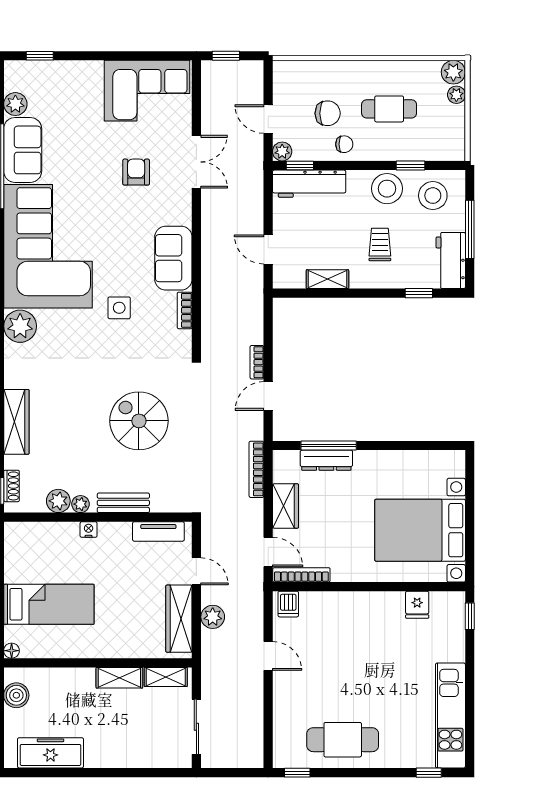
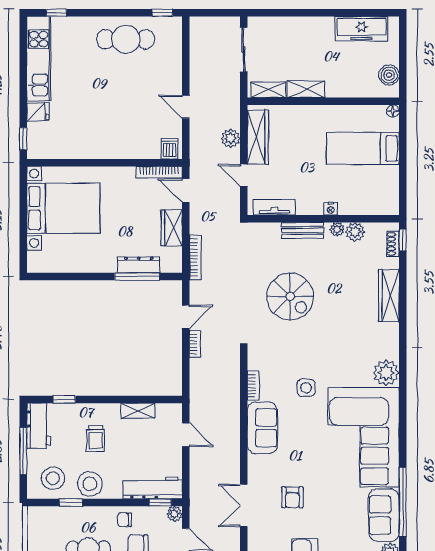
fridge: (417, 605) -> (38, 112), moved, turned 90

